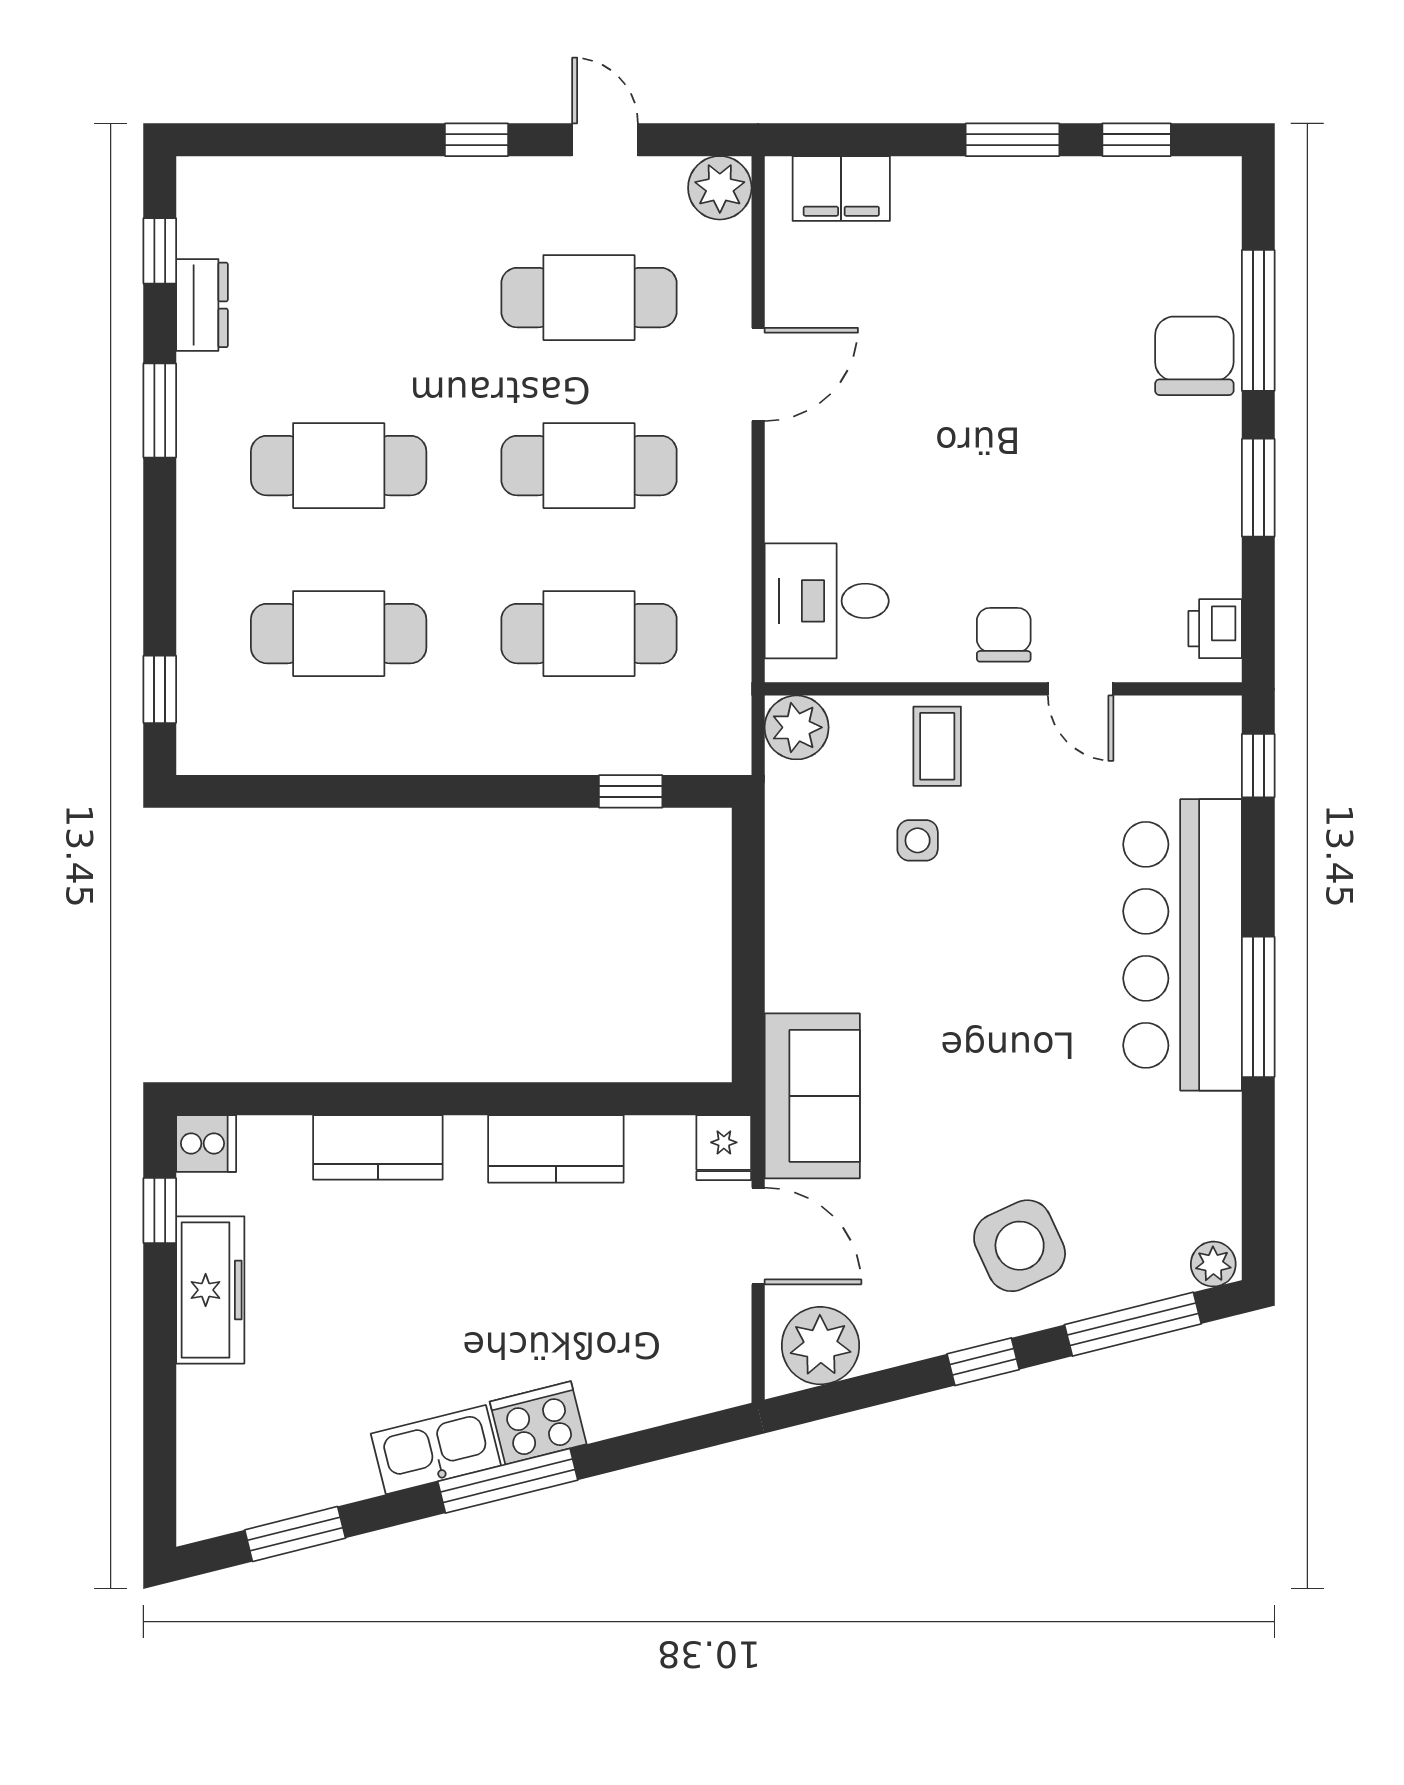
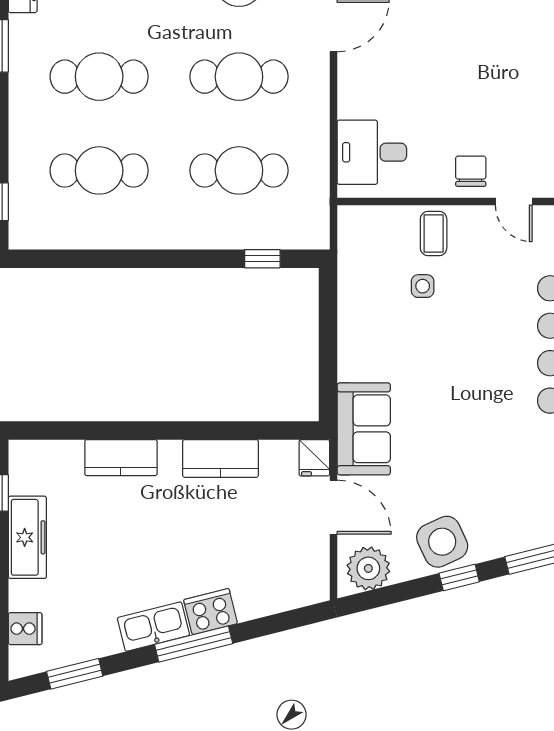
plant: (797, 727) -> (355, 223), removed
cooker: (206, 1143) -> (25, 629), moved
side table: (1020, 1246) -> (442, 542), moved

